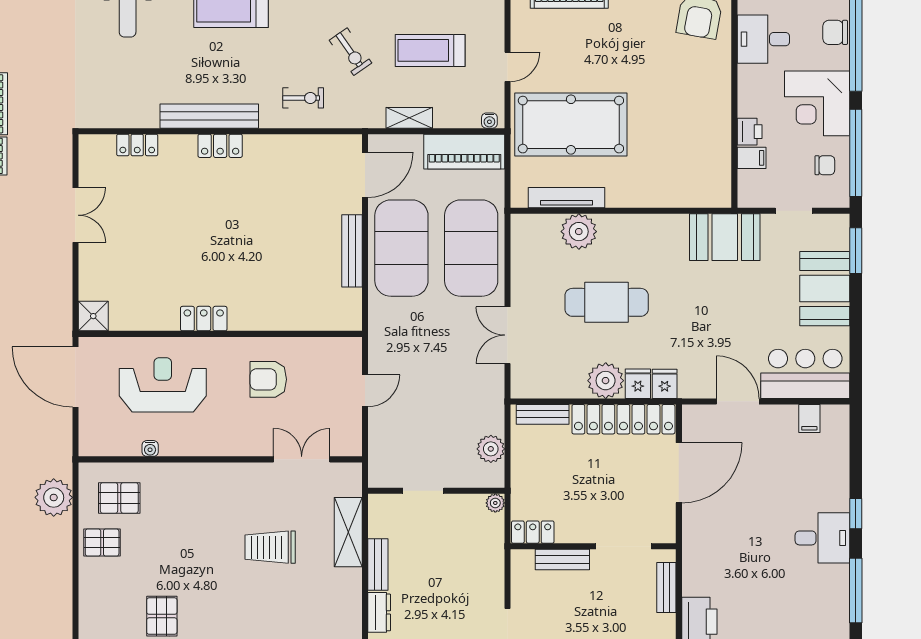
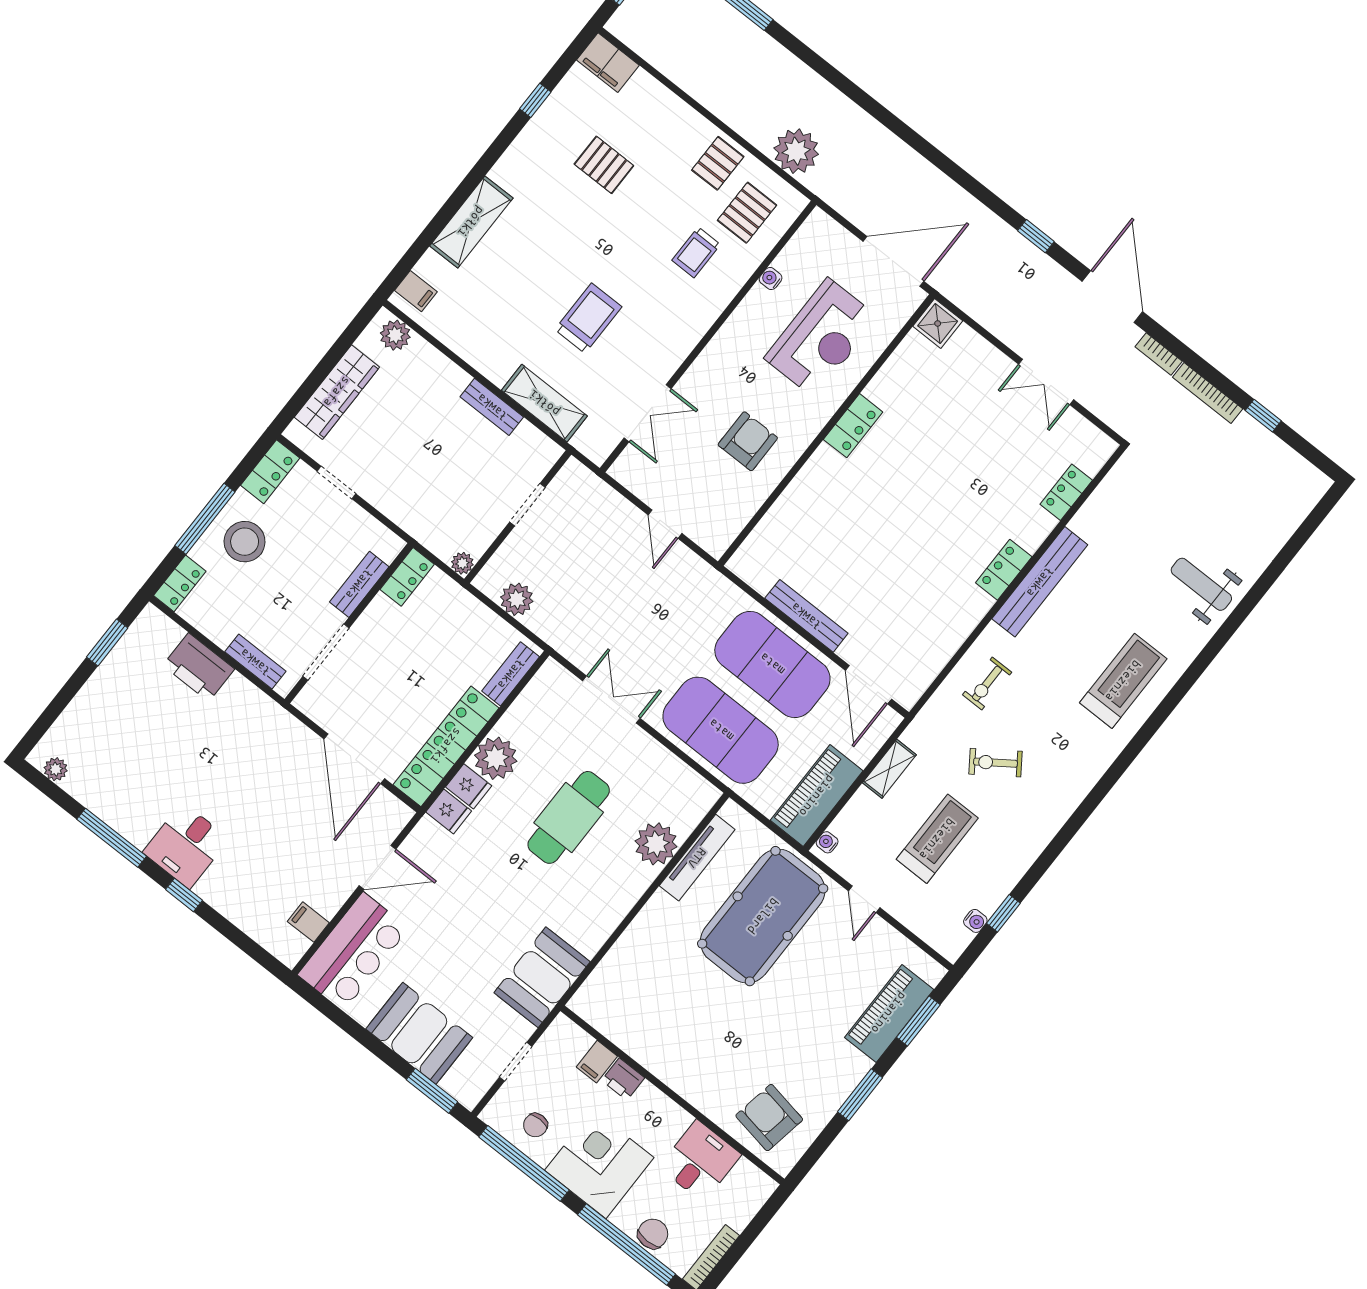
trolley: (171, 511) -> (696, 252), added
dresser: (379, 612) -> (446, 372), removed

